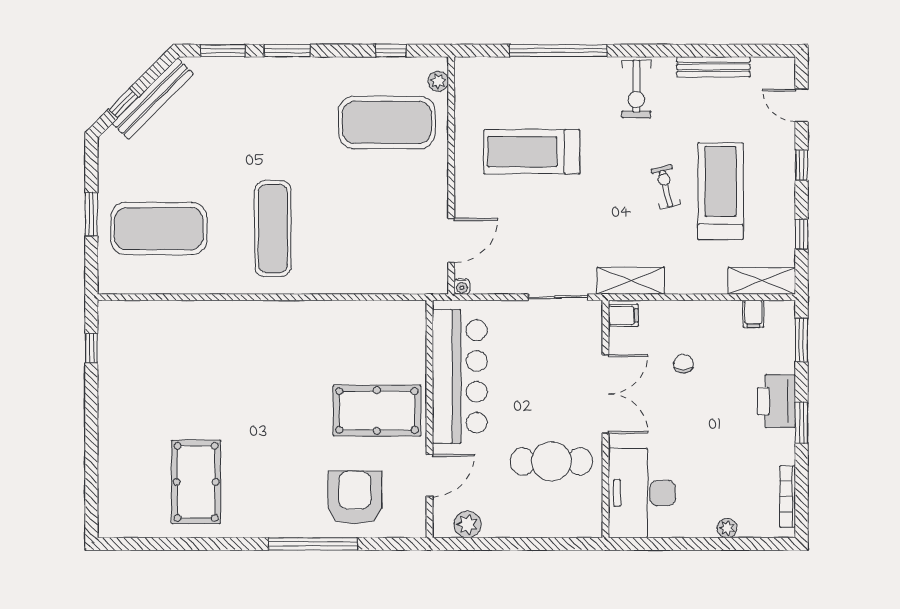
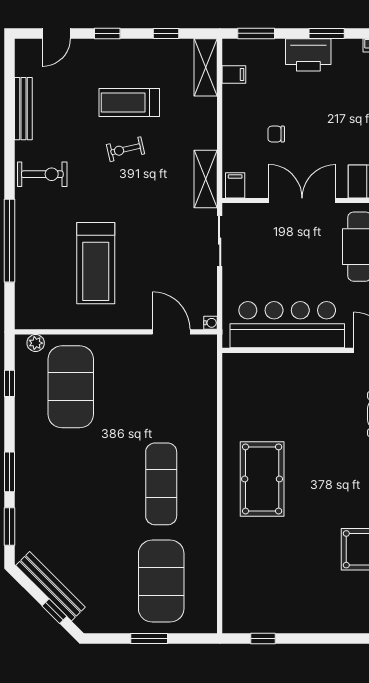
treadmill: (721, 191) -> (129, 102), width x0.73, depth x0.73
exercise mat: (273, 229) -> (161, 484), turned 90
pool table: (377, 411) -> (262, 479), moved

